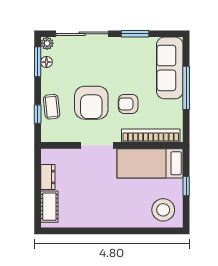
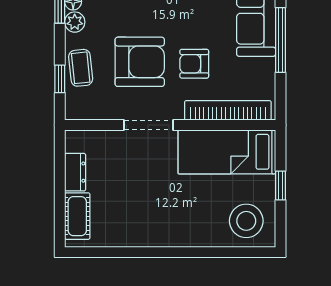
plant: (48, 76) -> (75, 22), added
armchair: (91, 103) -> (140, 62), turned -90

